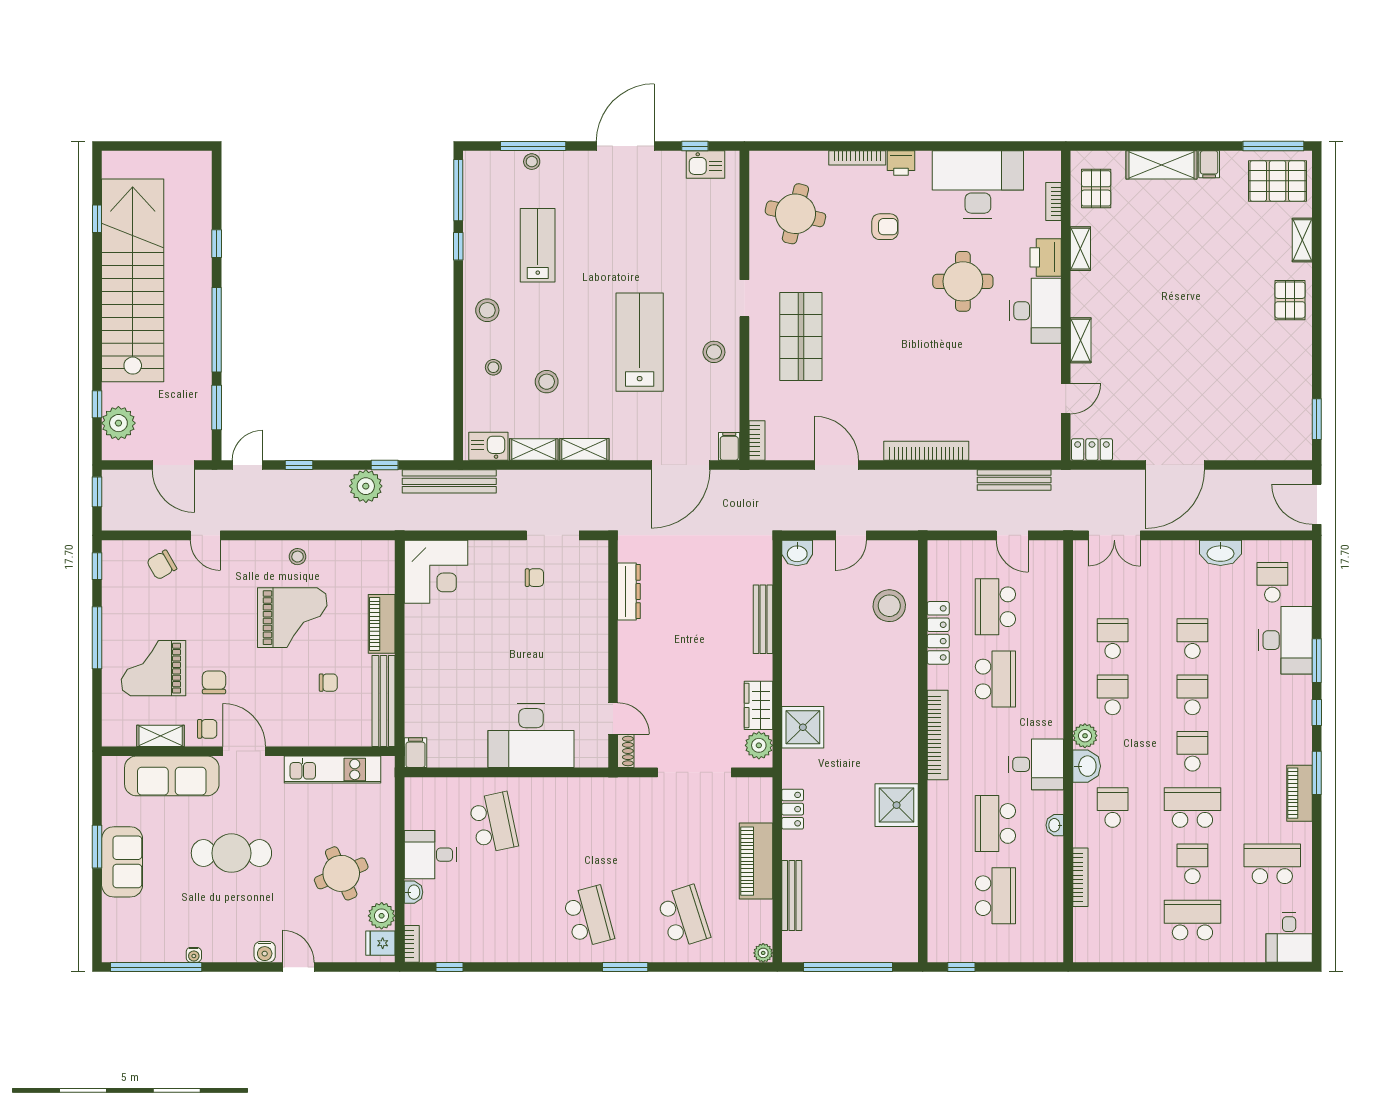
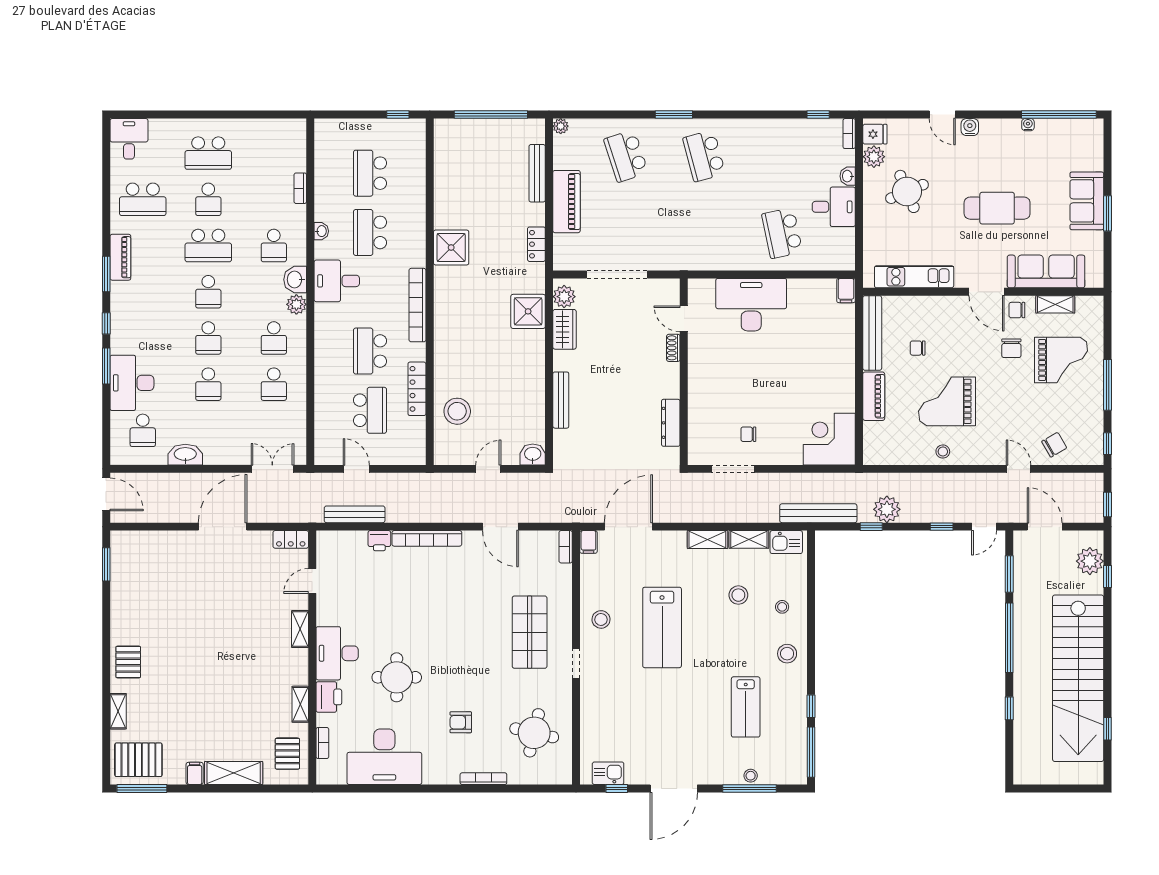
printer: (901, 163) -> (379, 541), moved, turned 180
shoe rack: (626, 751) -> (673, 348), moved
school desk: (995, 823) -> (370, 232), turned 180
bookcase: (1080, 877) -> (300, 188), width x0.64

